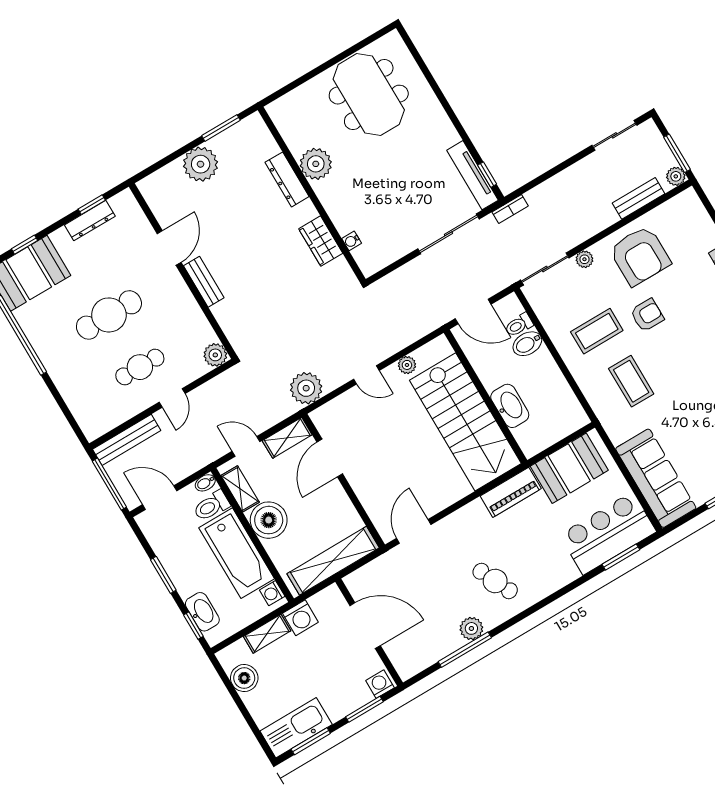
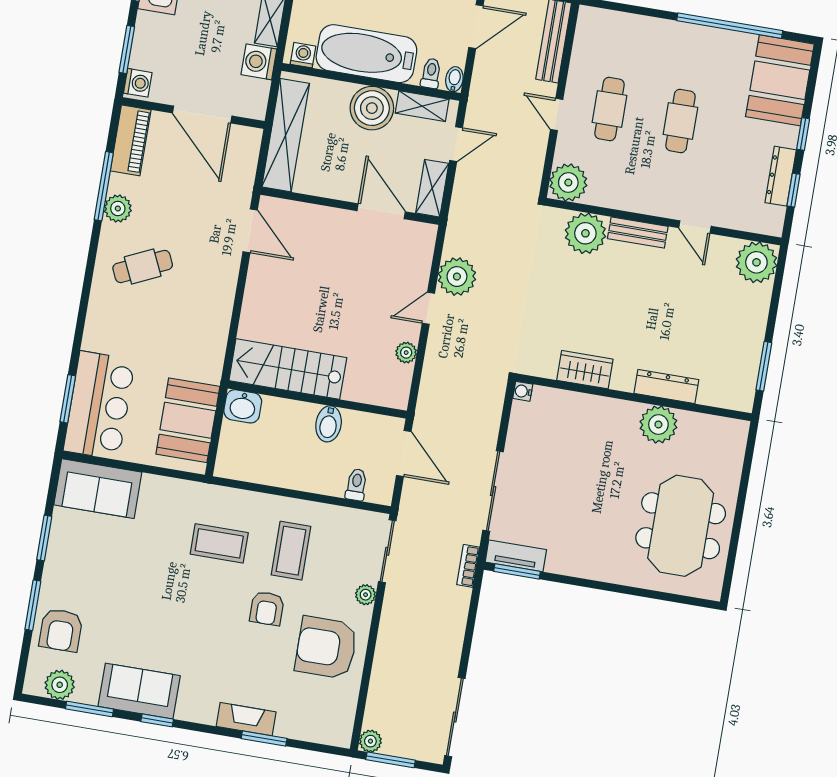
meeting table: (369, 95) -> (681, 526), turned 90
sliding door: (614, 135) -> (455, 717), width x1.37
plant: (201, 164) -> (756, 262), moved
tv unit: (473, 175) -> (516, 556), width x0.71
window: (487, 175) -> (517, 571), width x1.50
bench: (638, 198) -> (379, 690), removed
water cooler: (352, 241) -> (523, 391), moved, turned -90
window: (25, 245) -> (803, 134), moved
door: (169, 248) -> (695, 227), width x0.73
door: (473, 312) -> (404, 454), swing flipped
cafe table: (109, 315) -> (680, 121), width x0.73, depth x0.74
plant: (233, 315) -> (585, 233), added
bidet: (527, 344) -> (329, 424), moved, turned 180
plant: (215, 355) -> (568, 183), width x1.36, depth x1.36
plant: (306, 388) -> (457, 277), moved
washbasin: (510, 406) -> (243, 406), moved, width x0.72
stairs: (465, 422) -> (288, 369), width x0.73, depth x0.66
sofa: (656, 478) -> (98, 489), width x0.73
piano: (511, 492) -> (131, 140), moved, turned 180
toilet: (212, 506) -> (431, 73), width x0.73, depth x0.72
door: (365, 626) -> (202, 114), hinge flipped

